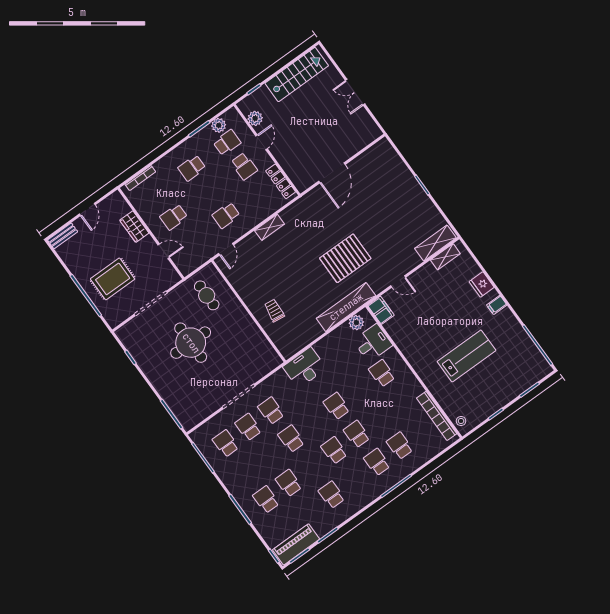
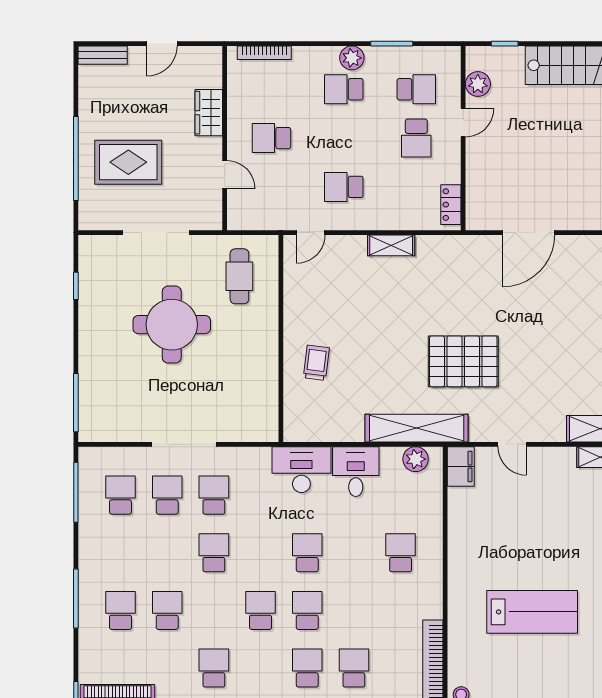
plant: (219, 125) -> (352, 58), moved
locker: (281, 181) -> (451, 205), width x0.66
desk: (373, 343) -> (356, 472), moved, turned -90

